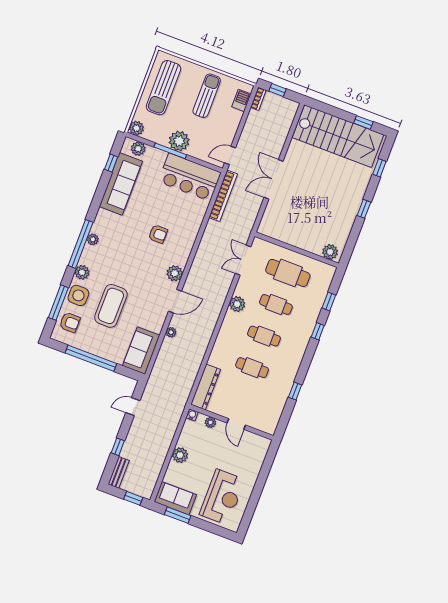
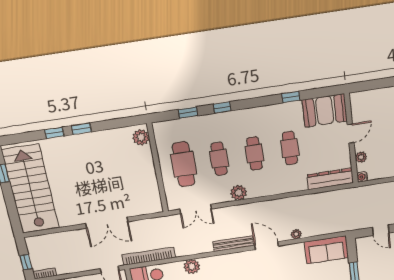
window: (379, 168) -> (54, 133), moved
plant: (175, 273) -> (192, 266), moved
bench: (193, 274) -> (233, 244), added
booth: (268, 413) -> (325, 110), added

